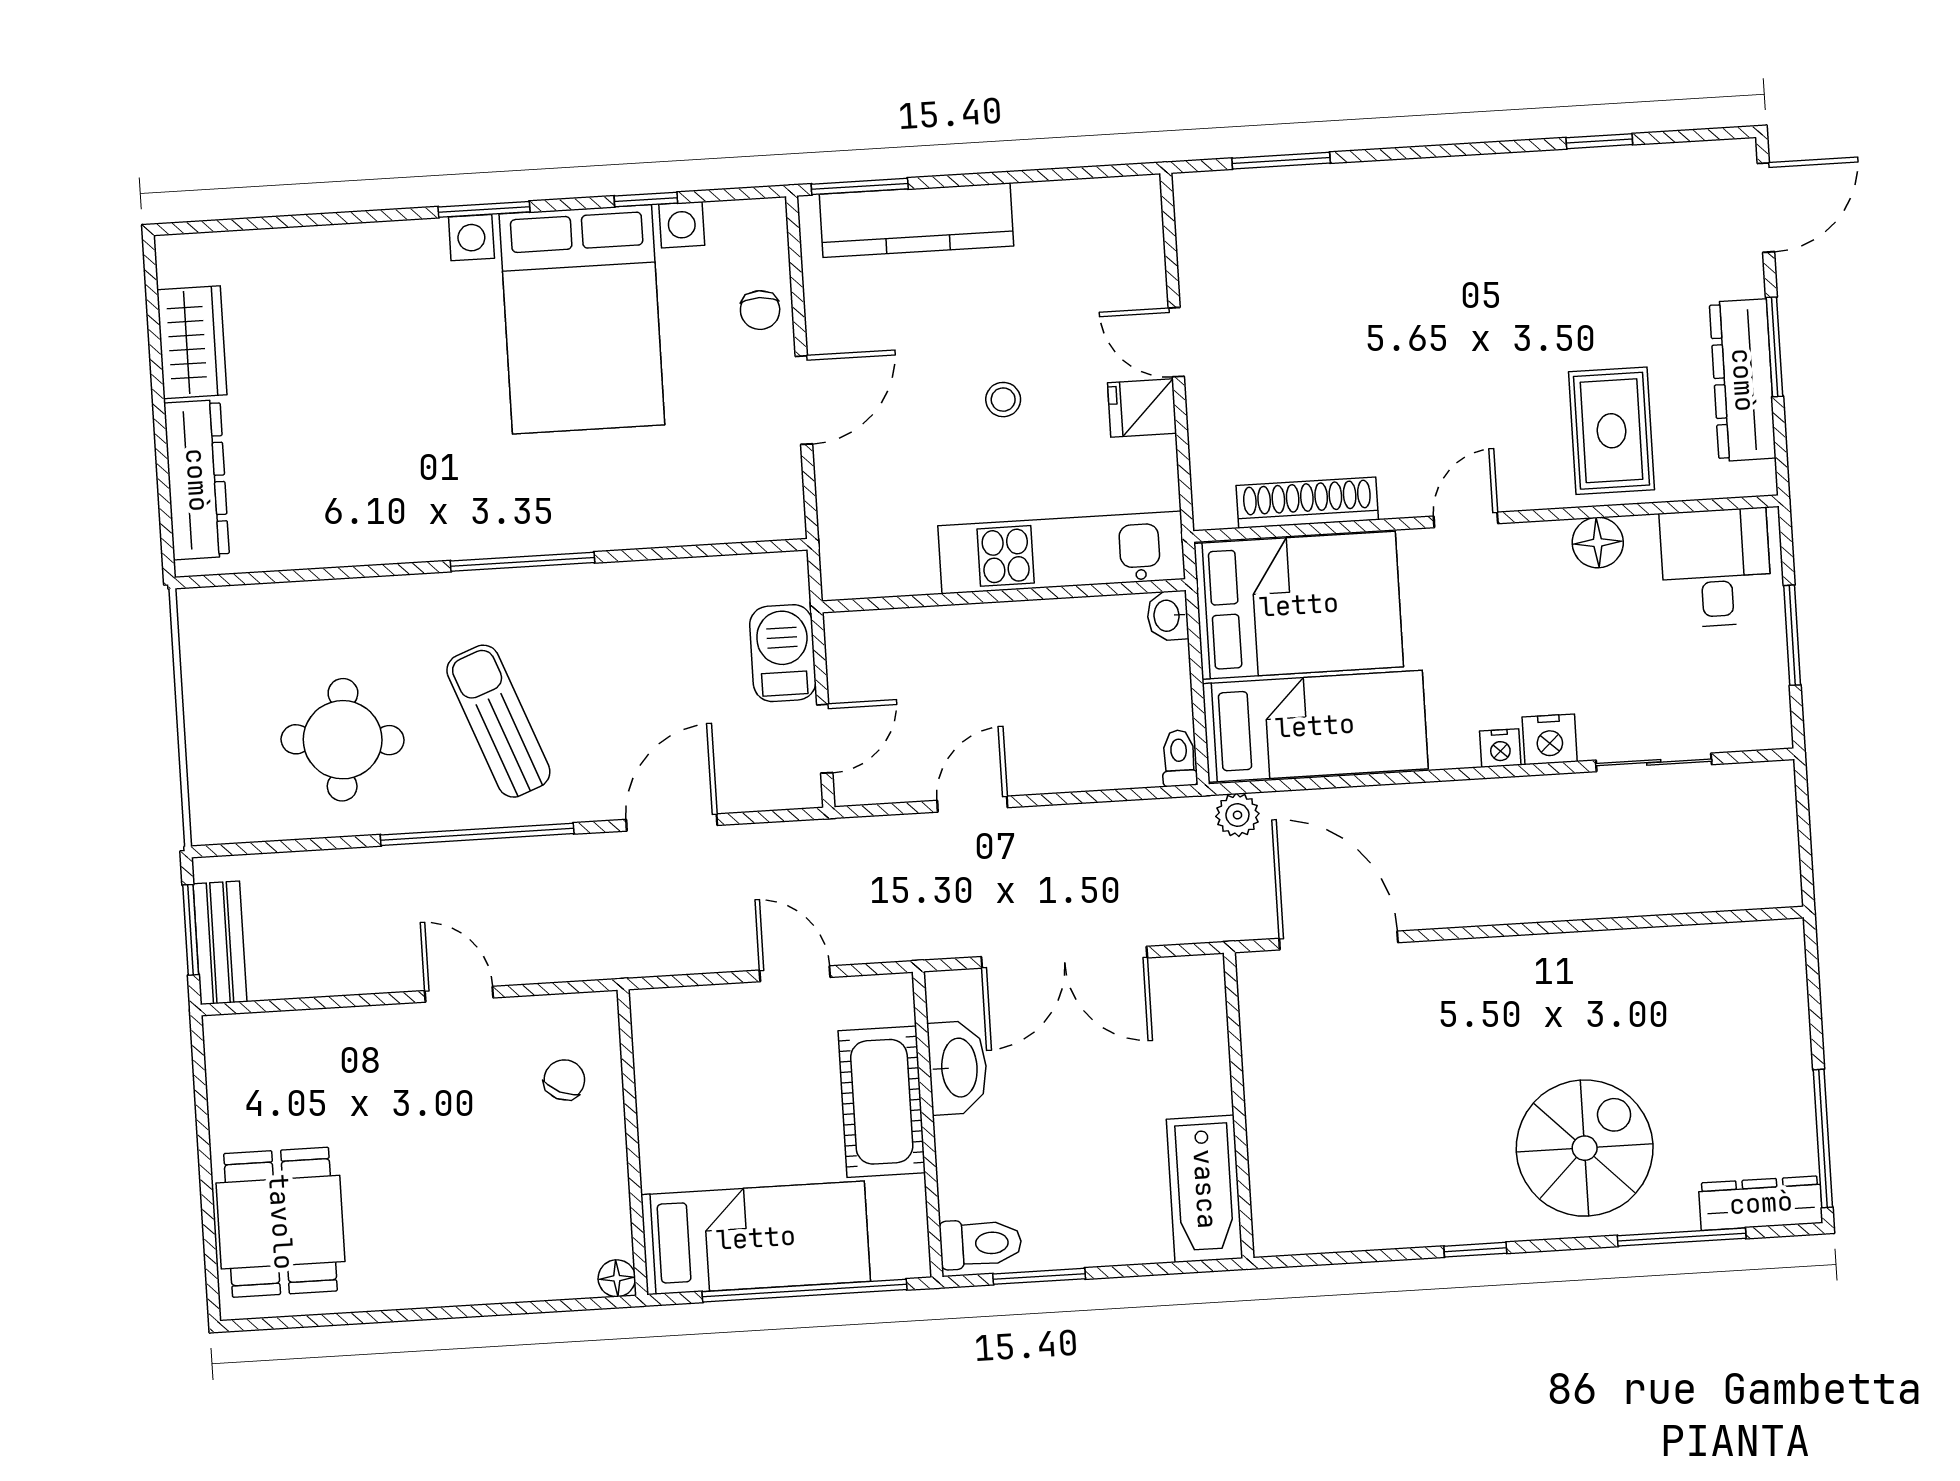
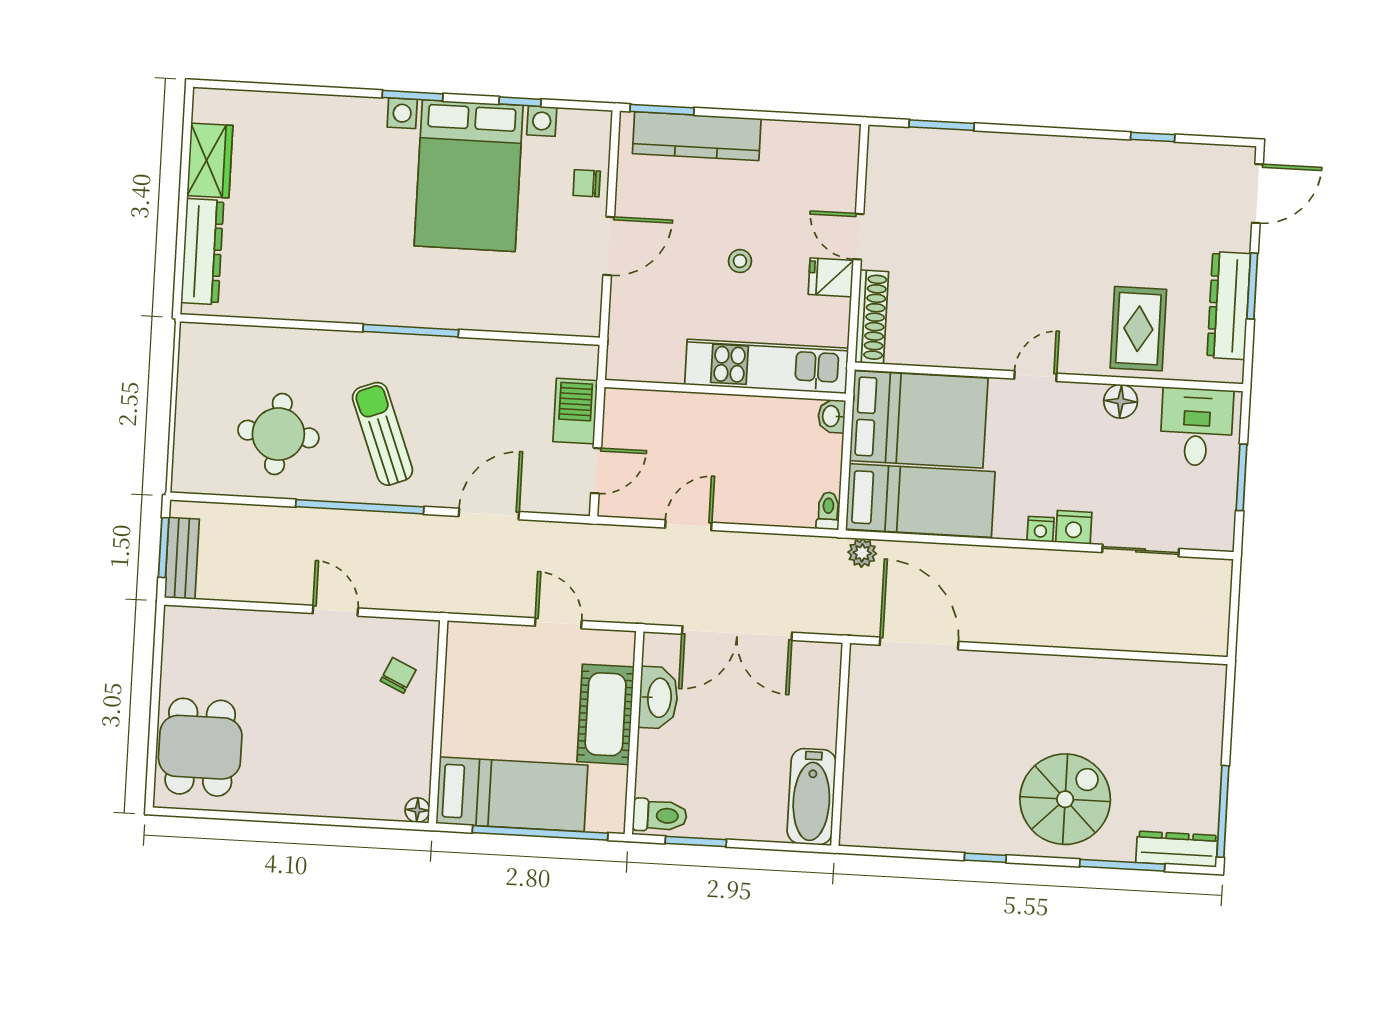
chair: (760, 310) -> (587, 183), turned 90
shoe rack: (1307, 503) -> (872, 317), moved, turned 90

